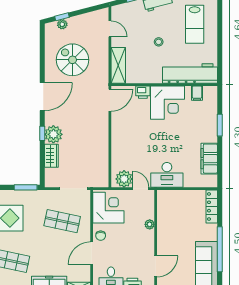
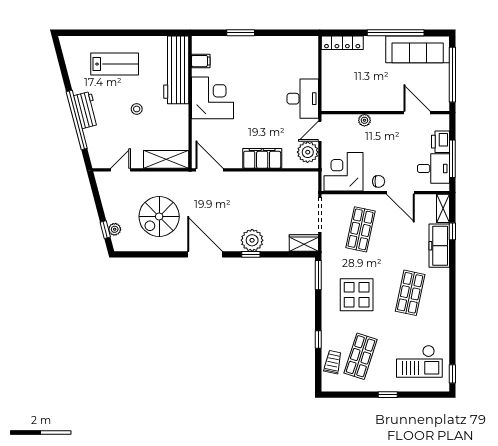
printer: (143, 92) -> (199, 129), removed
wardrobe: (51, 156) -> (304, 243), moved
filing cabinet: (209, 159) -> (262, 158), moved, turned 180

